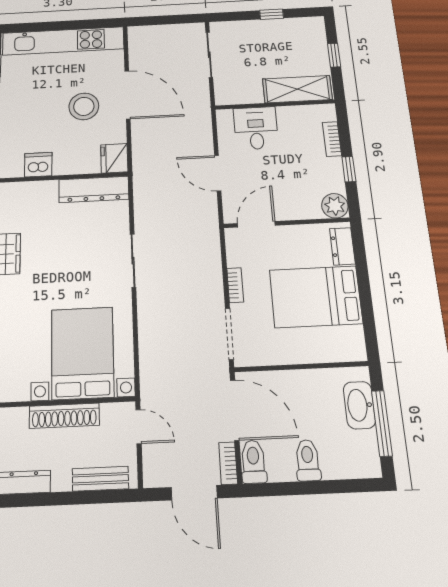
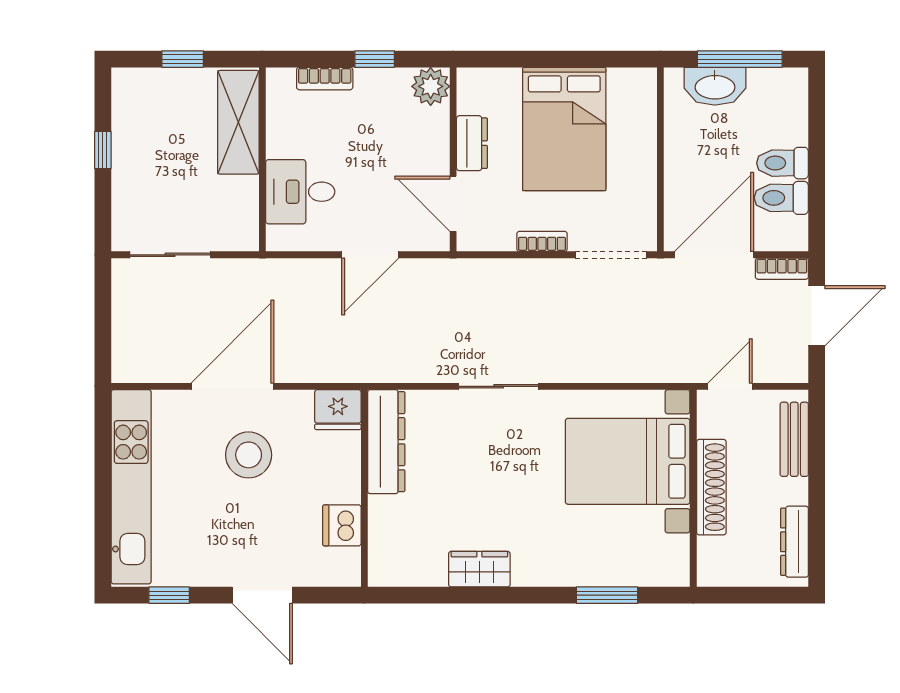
dresser: (342, 246) -> (472, 143), moved, turned -90
toilet: (253, 462) -> (781, 198), moved

